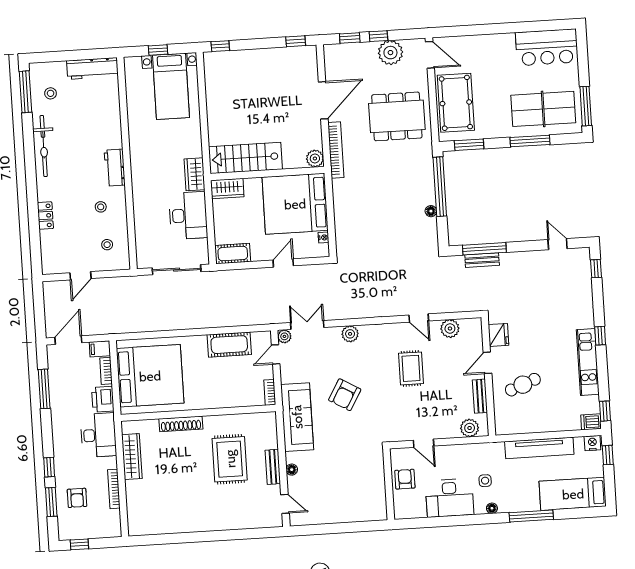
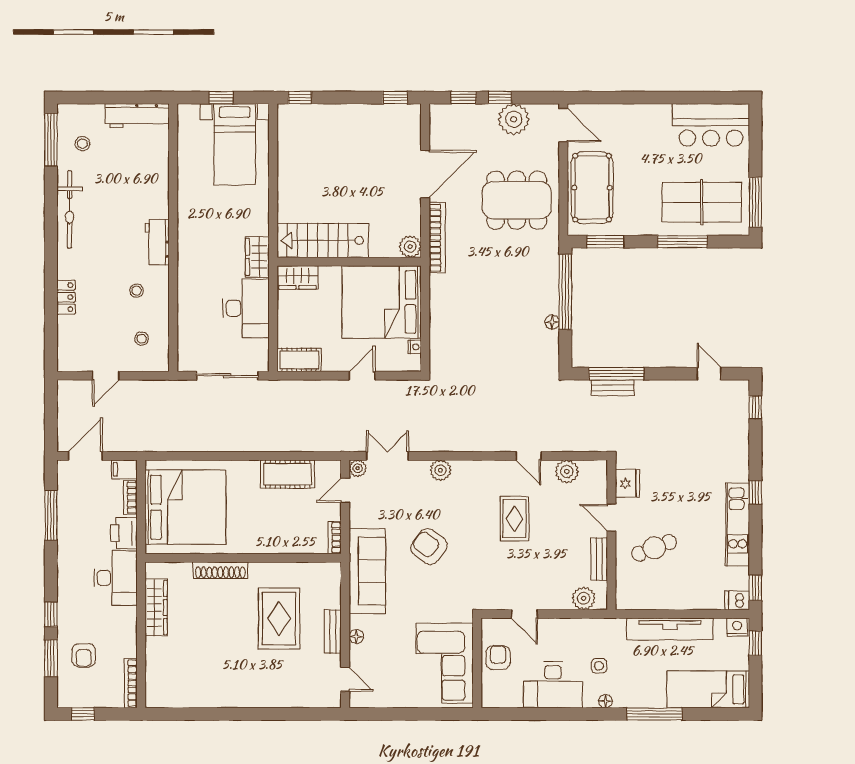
door: (487, 363) -> (611, 518), hinge flipped
armchair: (345, 395) -> (429, 547), turned 96
corner sofa: (363, 486) -> (445, 663), added
bookcase: (114, 489) -> (131, 683), moved

